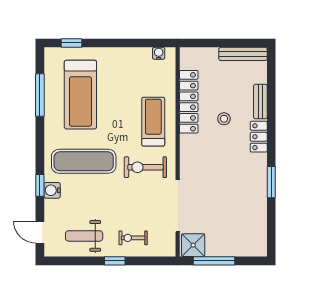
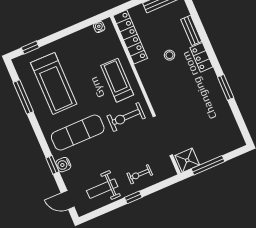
locker: (189, 102) -> (130, 37), moved

